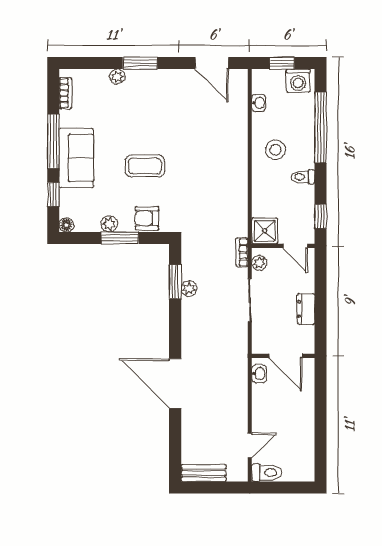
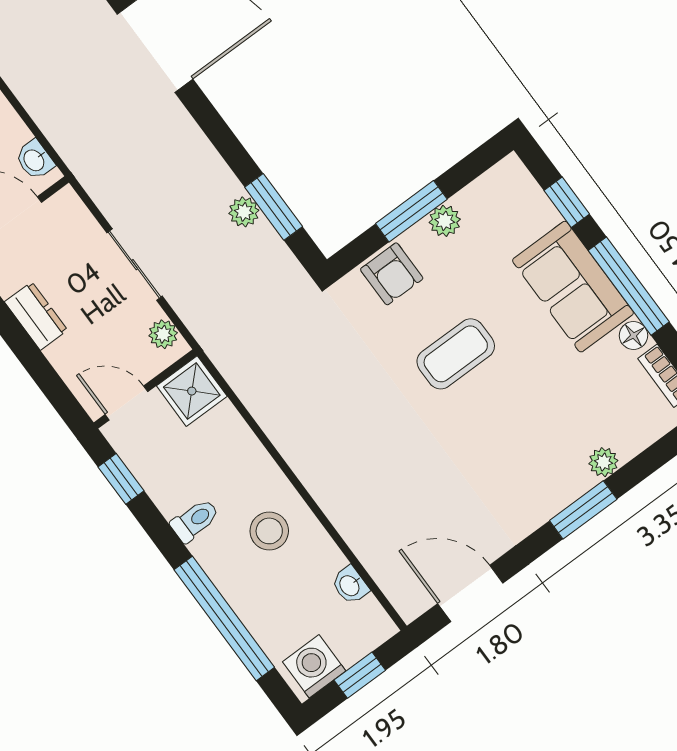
armchair: (147, 218) -> (392, 274), turned 90
floor lamp: (66, 225) -> (633, 335), moved
bookcase: (242, 252) -> (203, 331), removed

